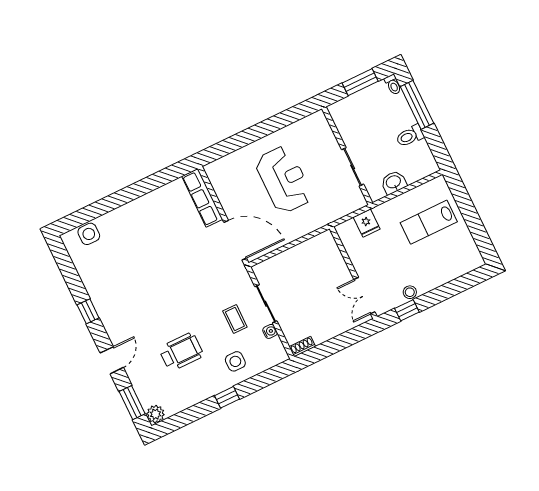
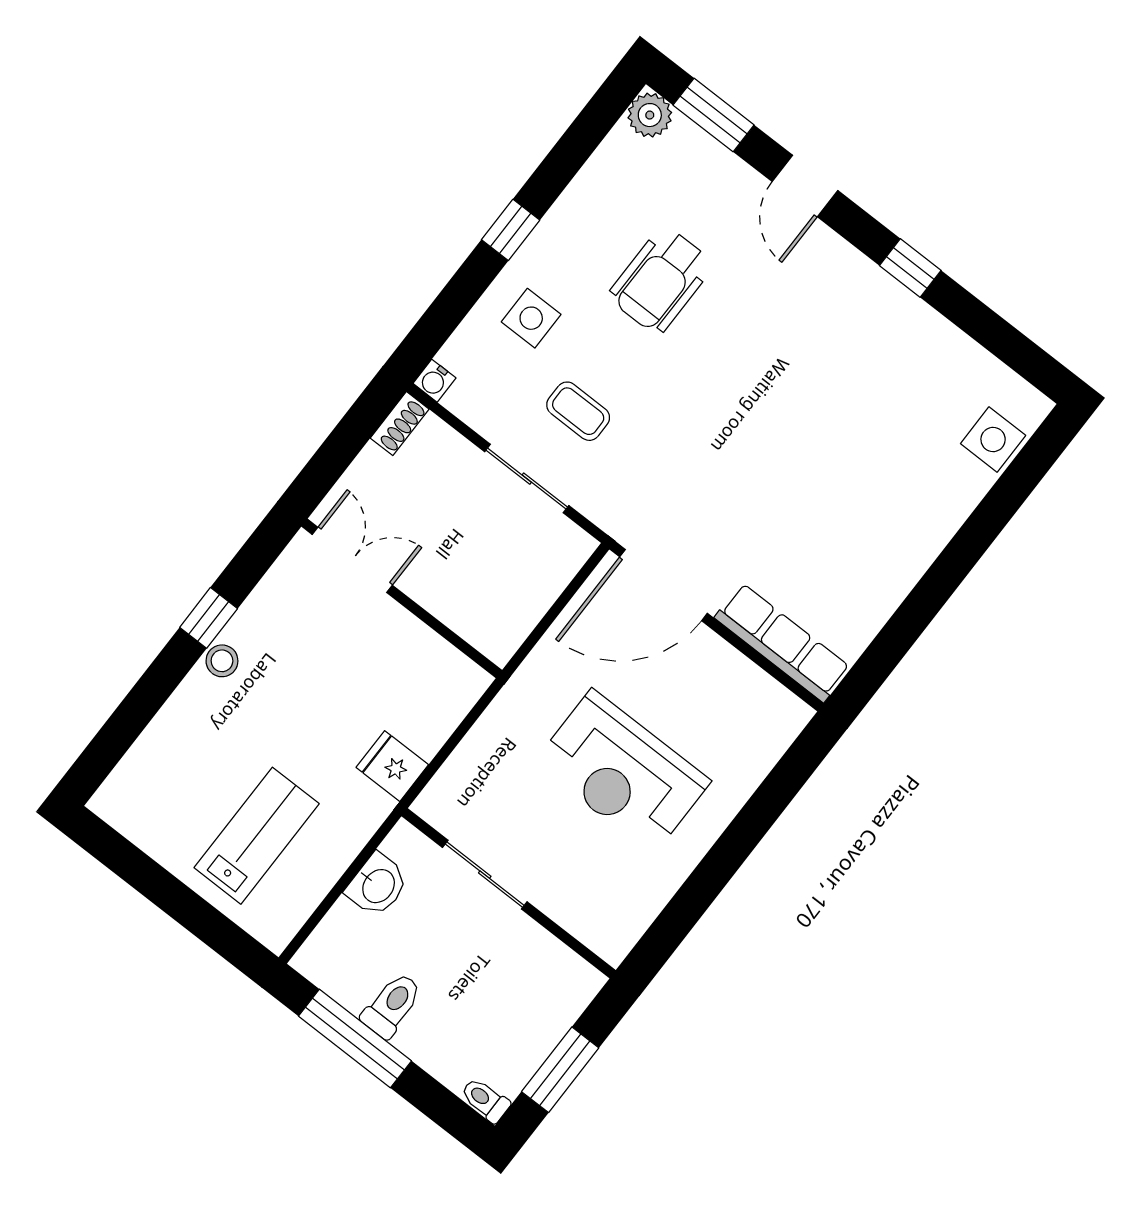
window: (417, 105) -> (355, 1038), moved
wall: (353, 273) -> (402, 598), moved
double door: (364, 296) -> (352, 560), moved
water cooler: (270, 331) -> (434, 381), moved

